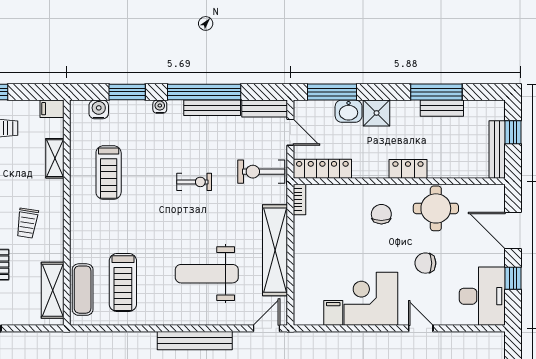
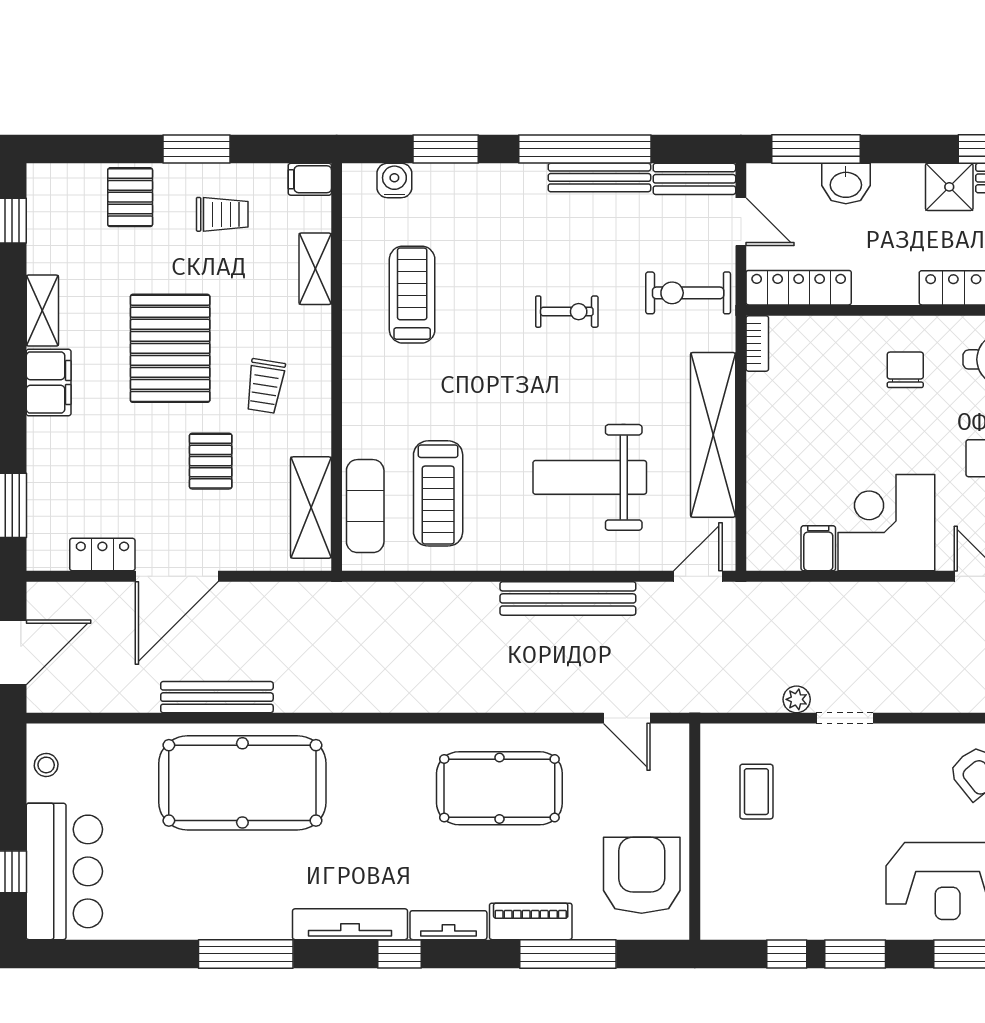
water cooler: (160, 107) -> (505, 175), removed
shower: (377, 113) -> (949, 187), moved
treadmill: (109, 173) -> (412, 295), turned 180

